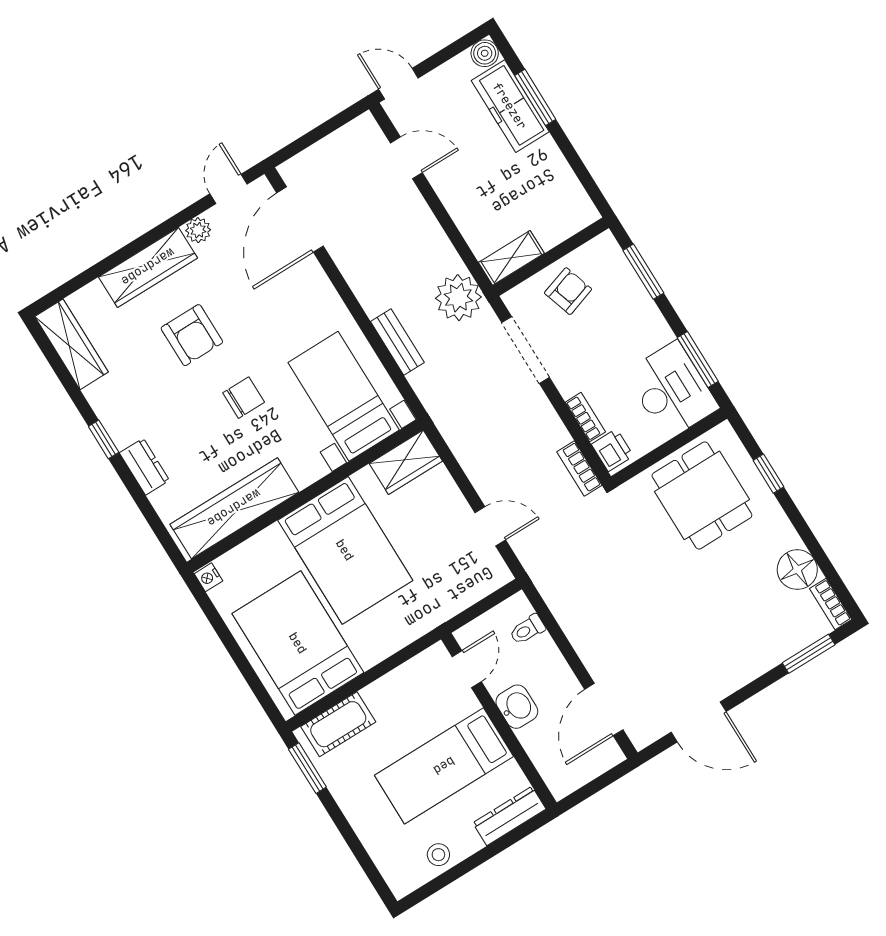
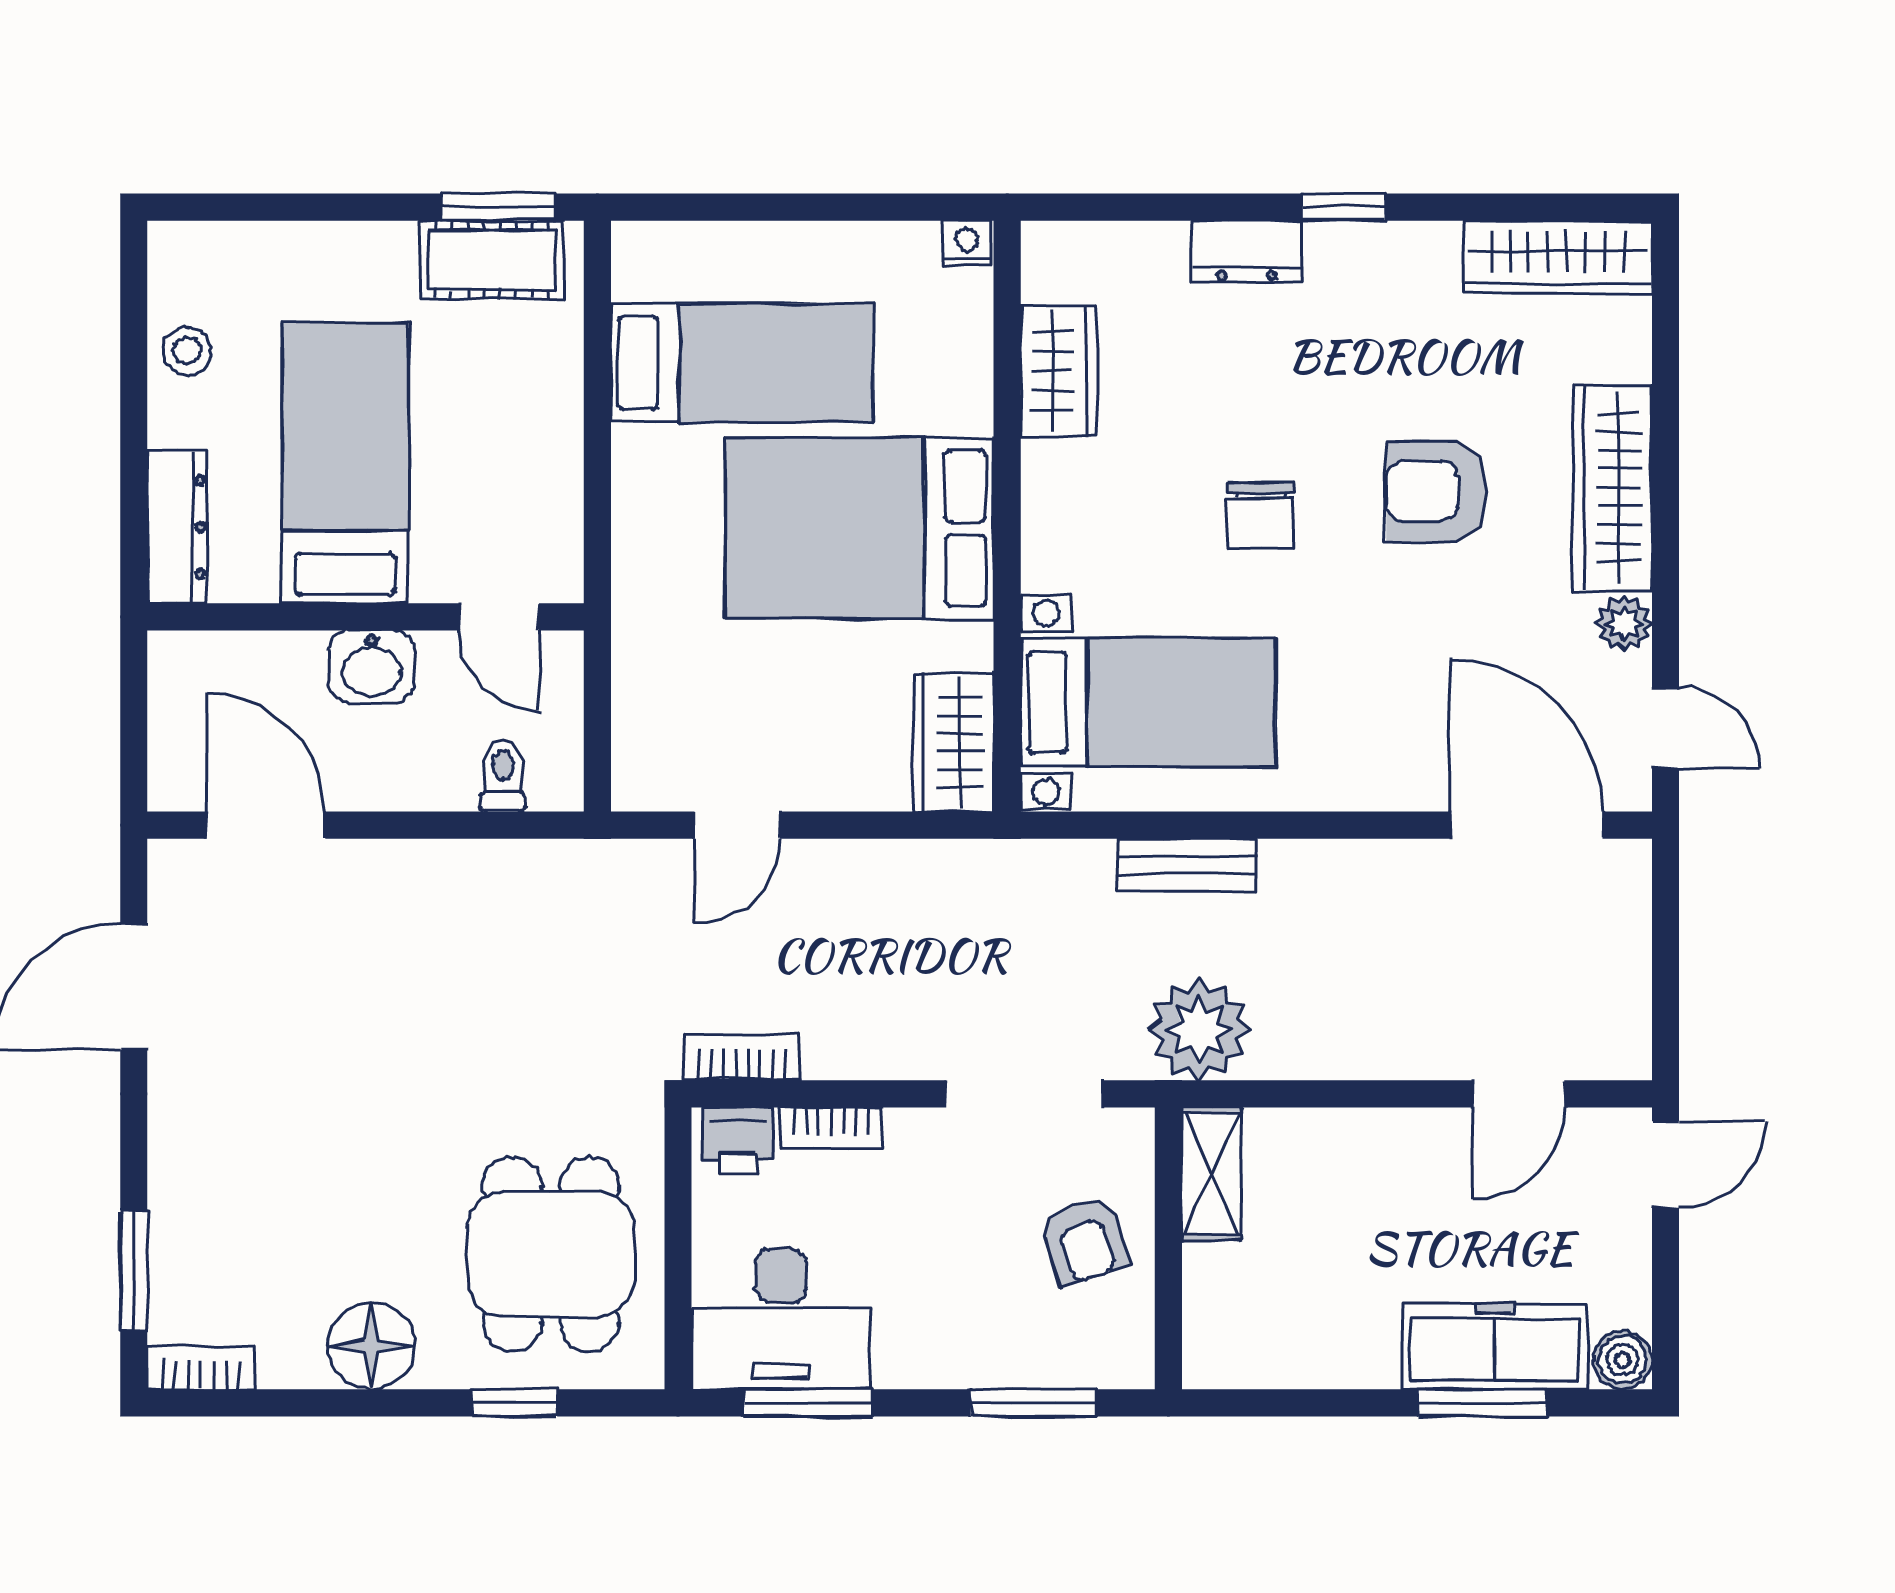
dining table: (702, 495) -> (551, 1254), turned 90
wardrobe: (234, 508) -> (1059, 371), width x0.48, depth x0.85
floor lamp: (797, 570) -> (371, 1346), moved
bed: (298, 643) -> (742, 363), width x0.67
cot: (338, 724) -> (492, 260), moved, turned 90

